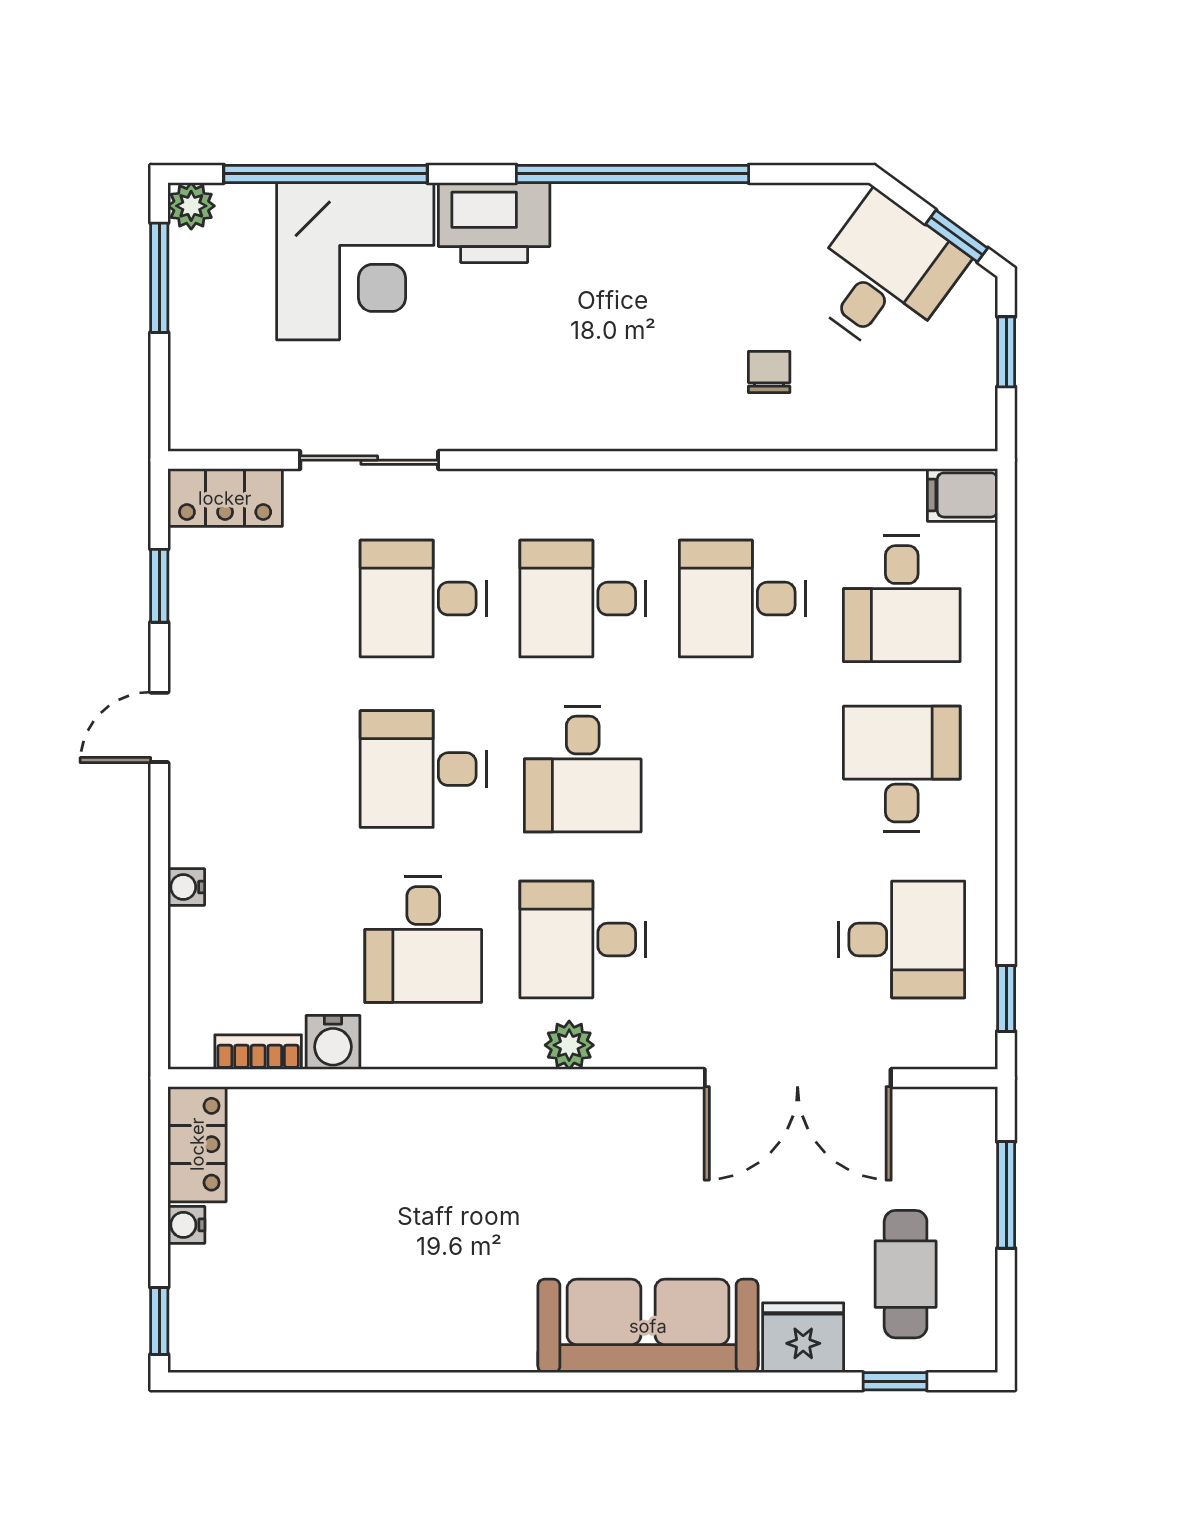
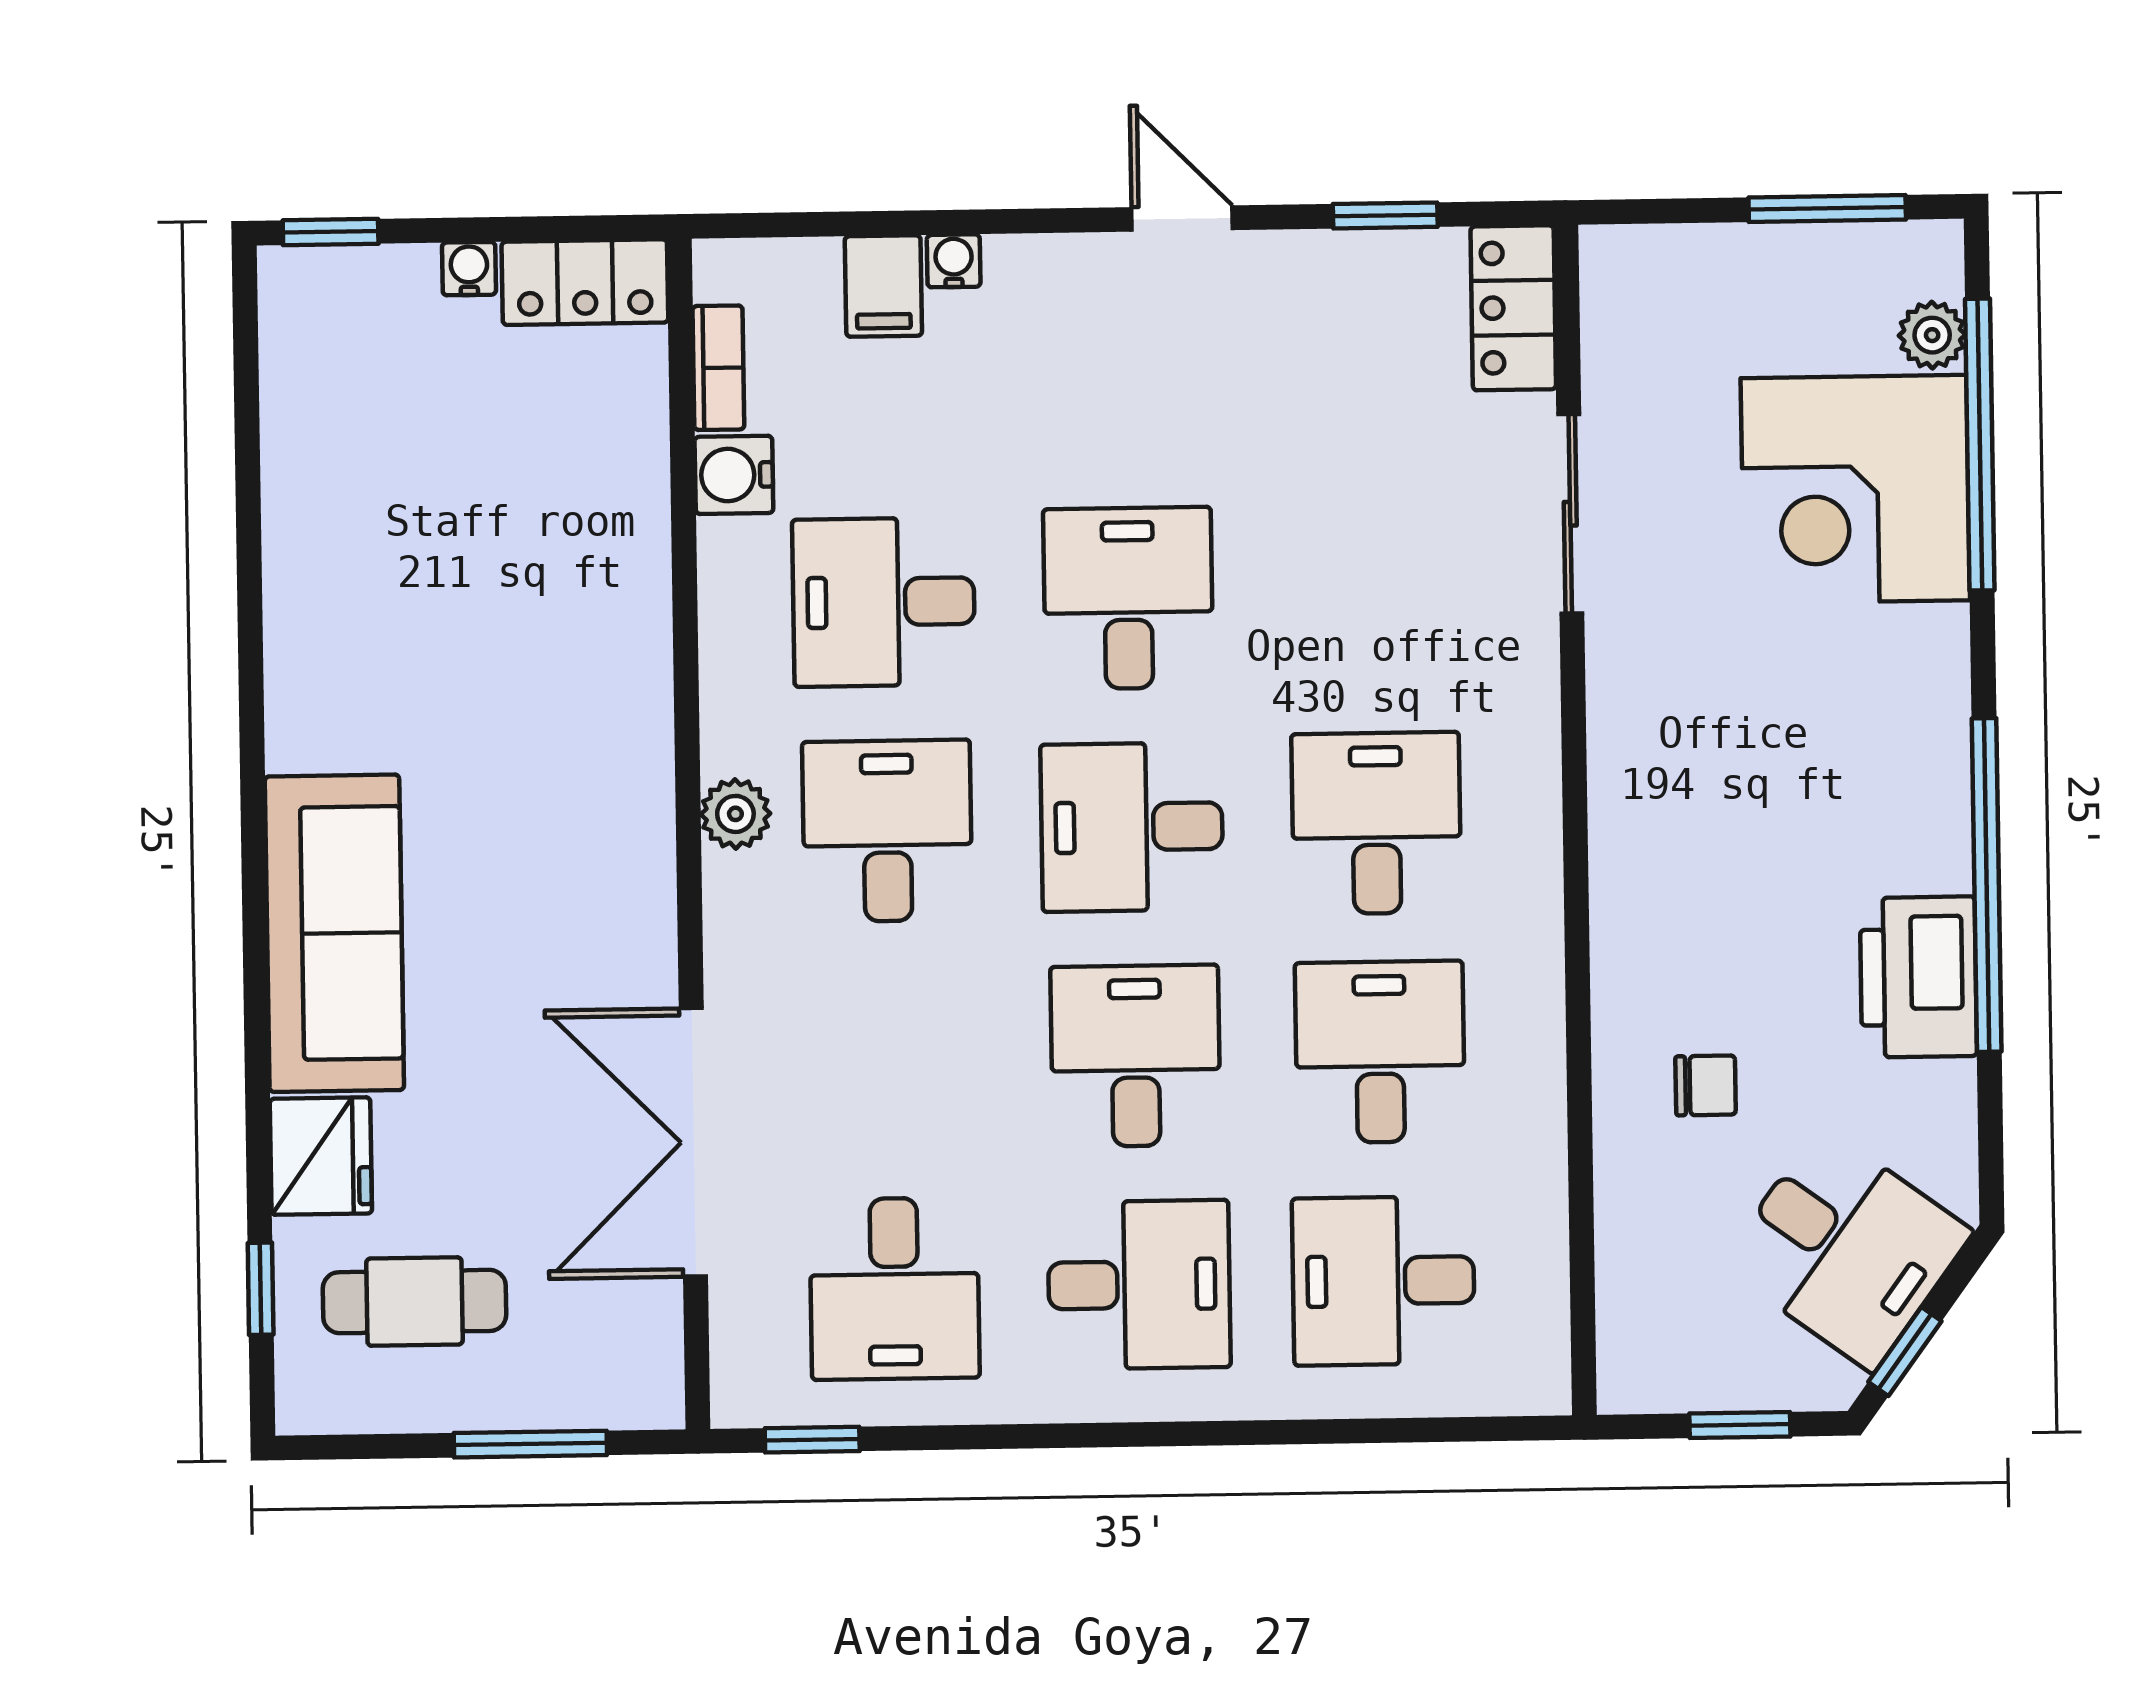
plant: (191, 206) -> (1932, 335), moved
printer: (494, 223) -> (1918, 977), moved
filing cabinet: (962, 495) -> (883, 286), moved, turned 180
desk: (423, 599) -> (1135, 1056), moved

